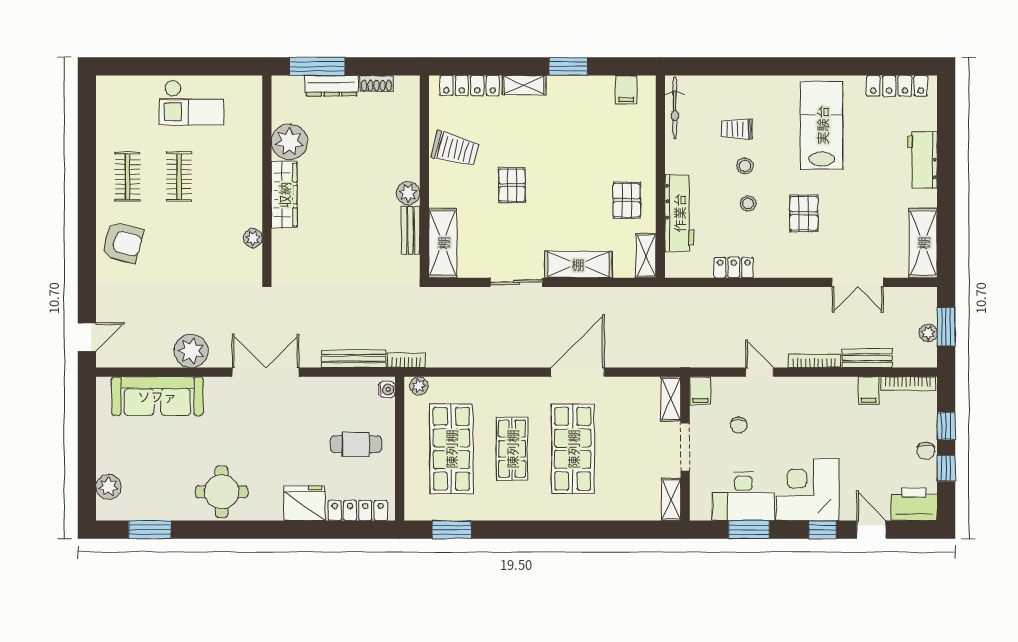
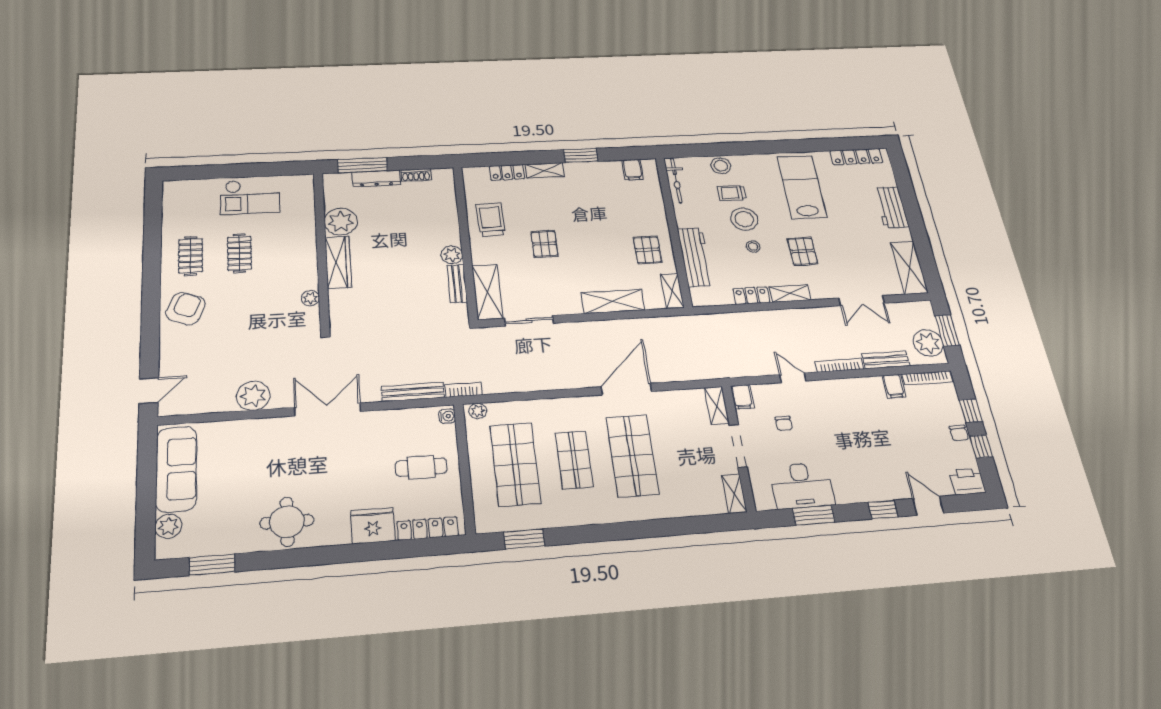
locker: (470, 86) -> (507, 172), width x0.66
stool: (731, 90) -> (721, 166), added
trolley: (455, 149) -> (491, 220), turned -107
stool: (745, 166) -> (744, 219), width x1.89, depth x1.89
armchair: (123, 242) -> (186, 309), turned -82
shelving: (778, 268) -> (790, 294), added
sliding door: (516, 282) -> (529, 321), moved
plant: (928, 333) -> (928, 343), width x1.88, depth x1.88
sofa: (157, 396) -> (176, 469), moved, turned -90
corner desk: (808, 489) -> (860, 475), removed
printer: (914, 504) -> (967, 482), width x0.73, depth x0.84

